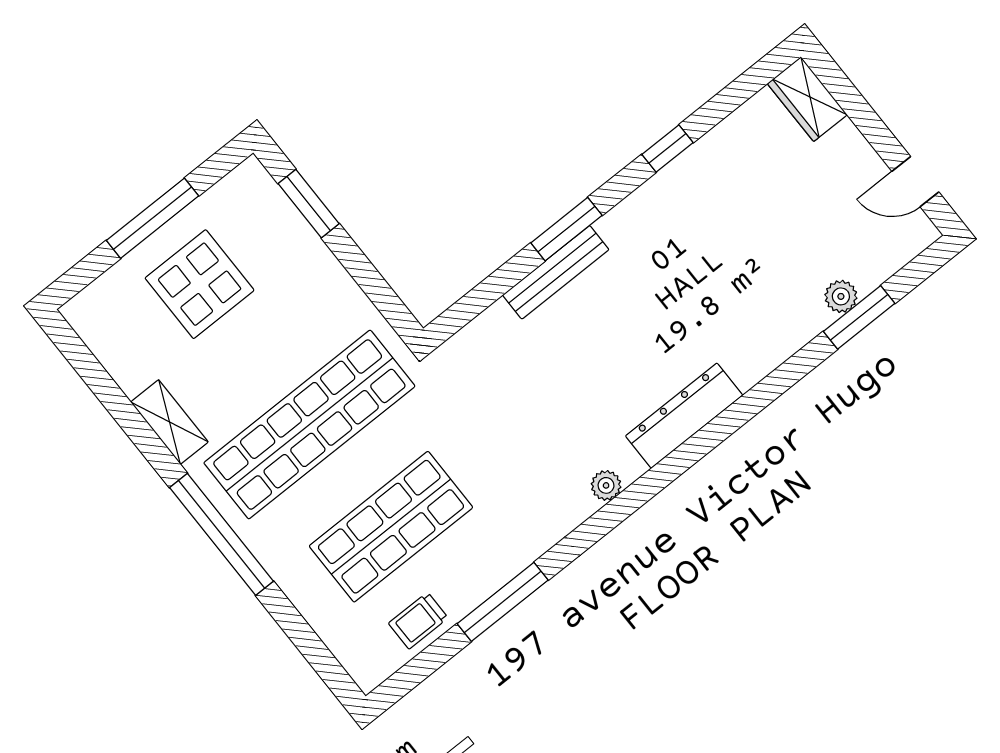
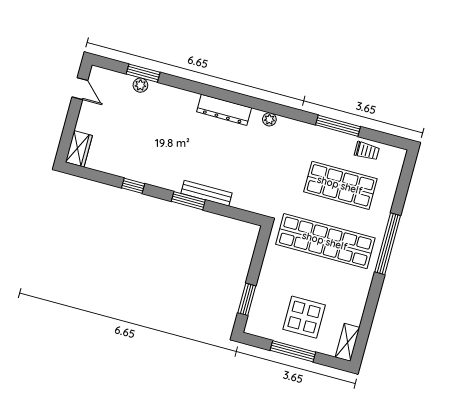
shelving: (169, 422) -> (347, 342), moved

